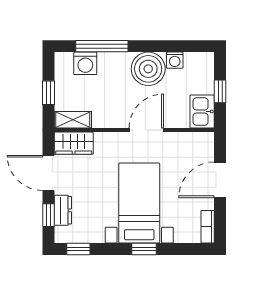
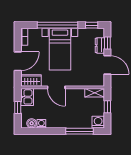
washing machine: (85, 63) -> (98, 122), moved
boiler: (148, 69) -> (32, 123), moved, width x0.54, depth x0.54
door: (146, 130) -> (56, 87), hinge flipped
wardrobe: (74, 143) -> (31, 80), moved
window: (144, 249) -> (57, 25), width x3.17

